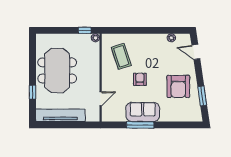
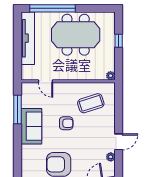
window: (85, 30) -> (119, 41), moved
door: (157, 30) -> (119, 142), added
window: (33, 92) -> (53, 8), width x3.17
window: (140, 125) -> (17, 109), moved

